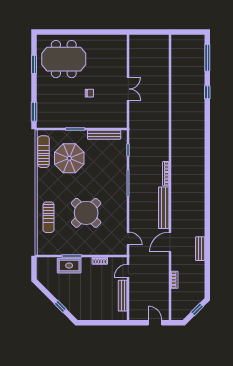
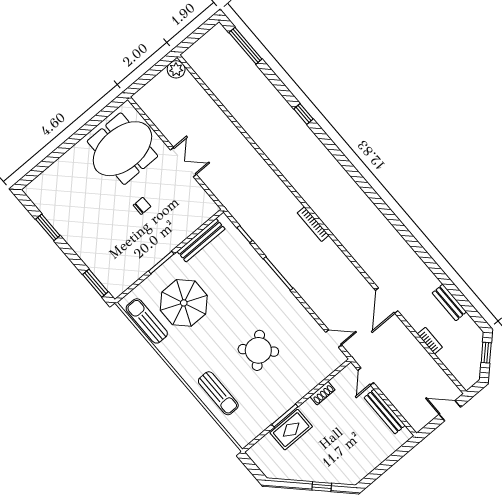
plant: (163, 40) -> (176, 69), added
meeting table: (64, 59) -> (122, 149), moved
window: (207, 92) -> (303, 114), moved
bench: (164, 208) -> (345, 266), removed
round table: (86, 213) -> (258, 350), width x0.73, depth x0.73
bench: (200, 249) -> (449, 302), moved

